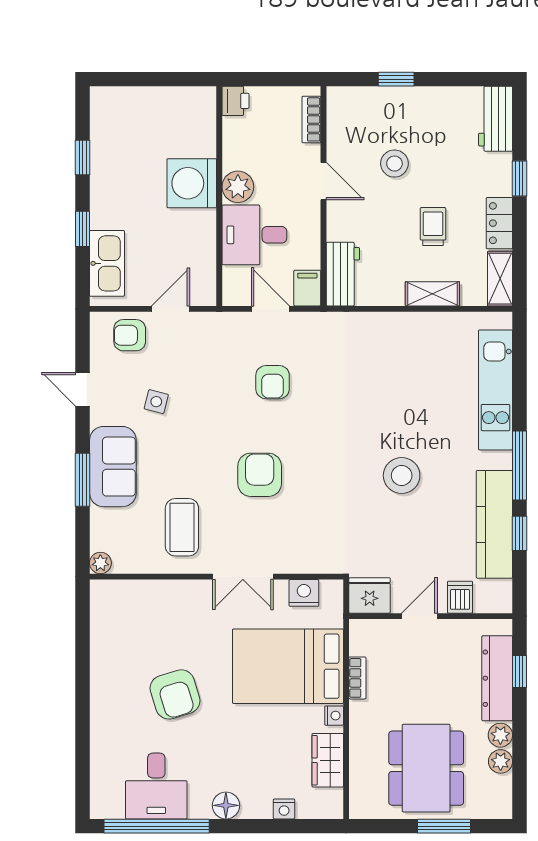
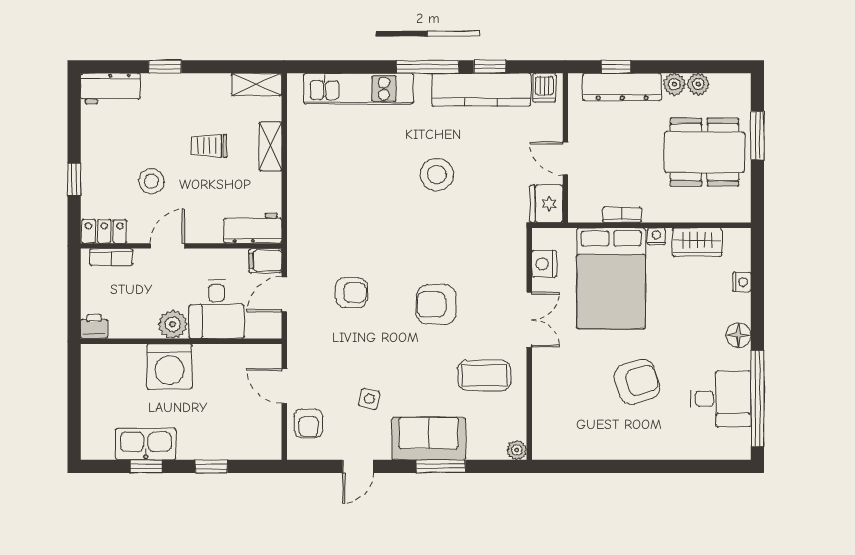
locker: (499, 223) -> (104, 231), moved, turned 180
kitchen sink: (107, 263) -> (146, 444), moved
dishwasher: (460, 597) -> (544, 88), moved, turned -90

